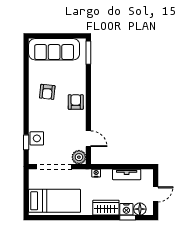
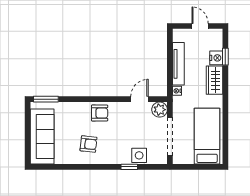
armchair: (76, 102) -> (100, 113), turned 180
window: (26, 142) -> (129, 167), moved
tv unit: (127, 174) -> (178, 64), width x1.41
floor lamp: (140, 209) -> (216, 43), removed

